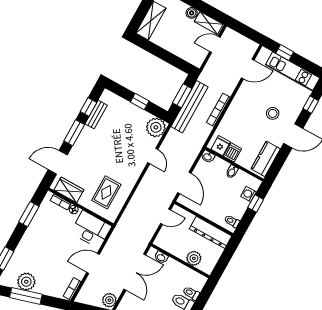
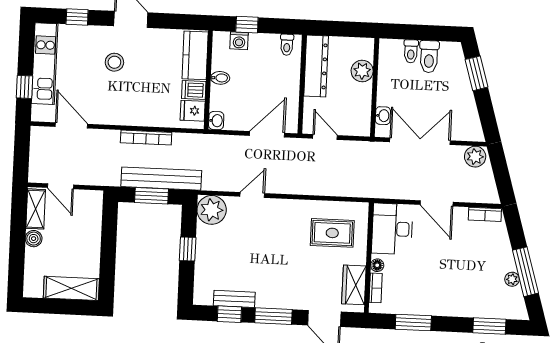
kitchen counter: (266, 159) -> (195, 55), moved, turned 90
plant: (26, 282) -> (512, 279), width x0.53, depth x0.53

